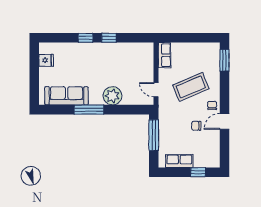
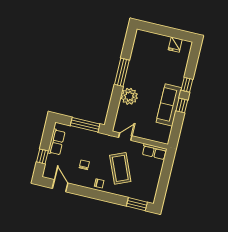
sofa: (67, 96) -> (169, 105), moved, turned 180
door: (224, 121) -> (60, 186), moved

